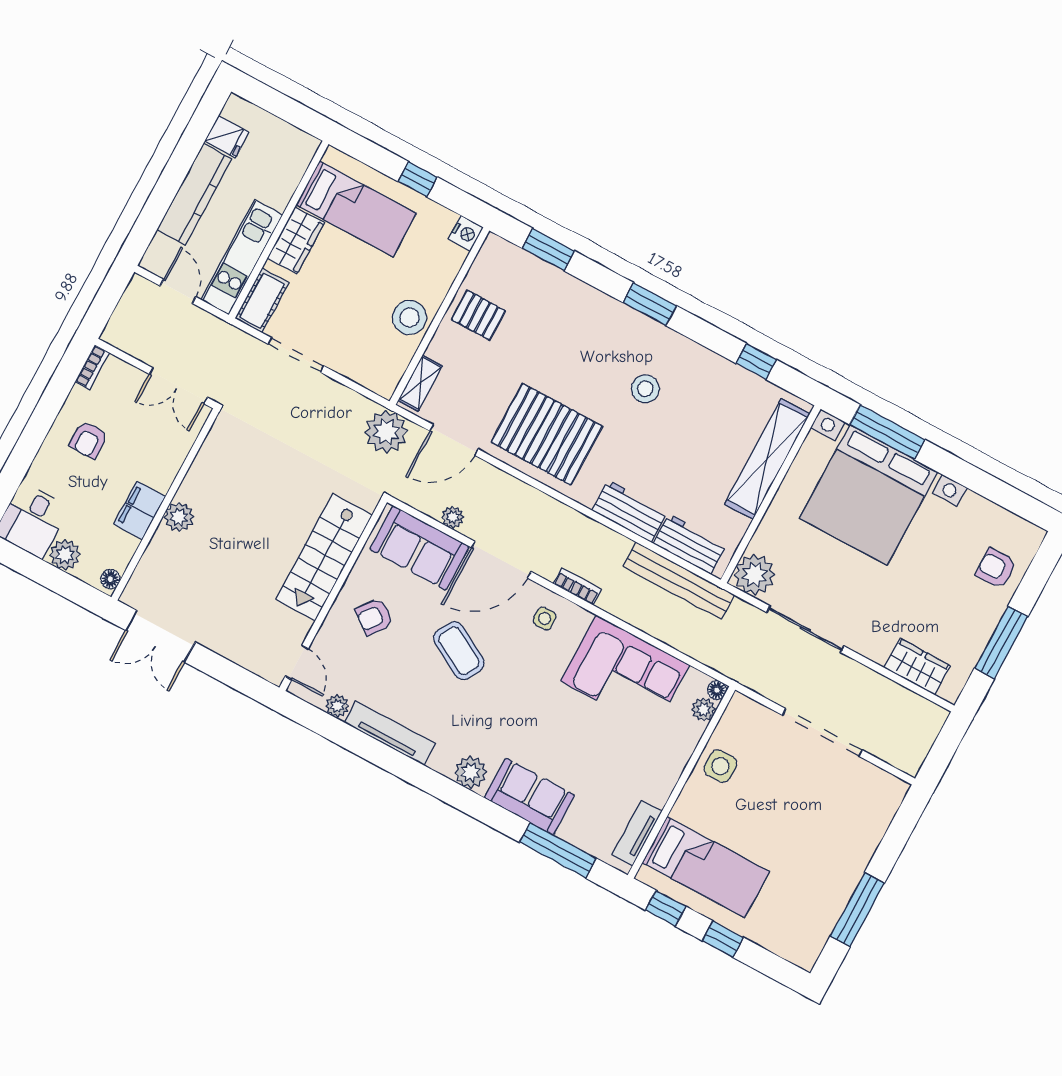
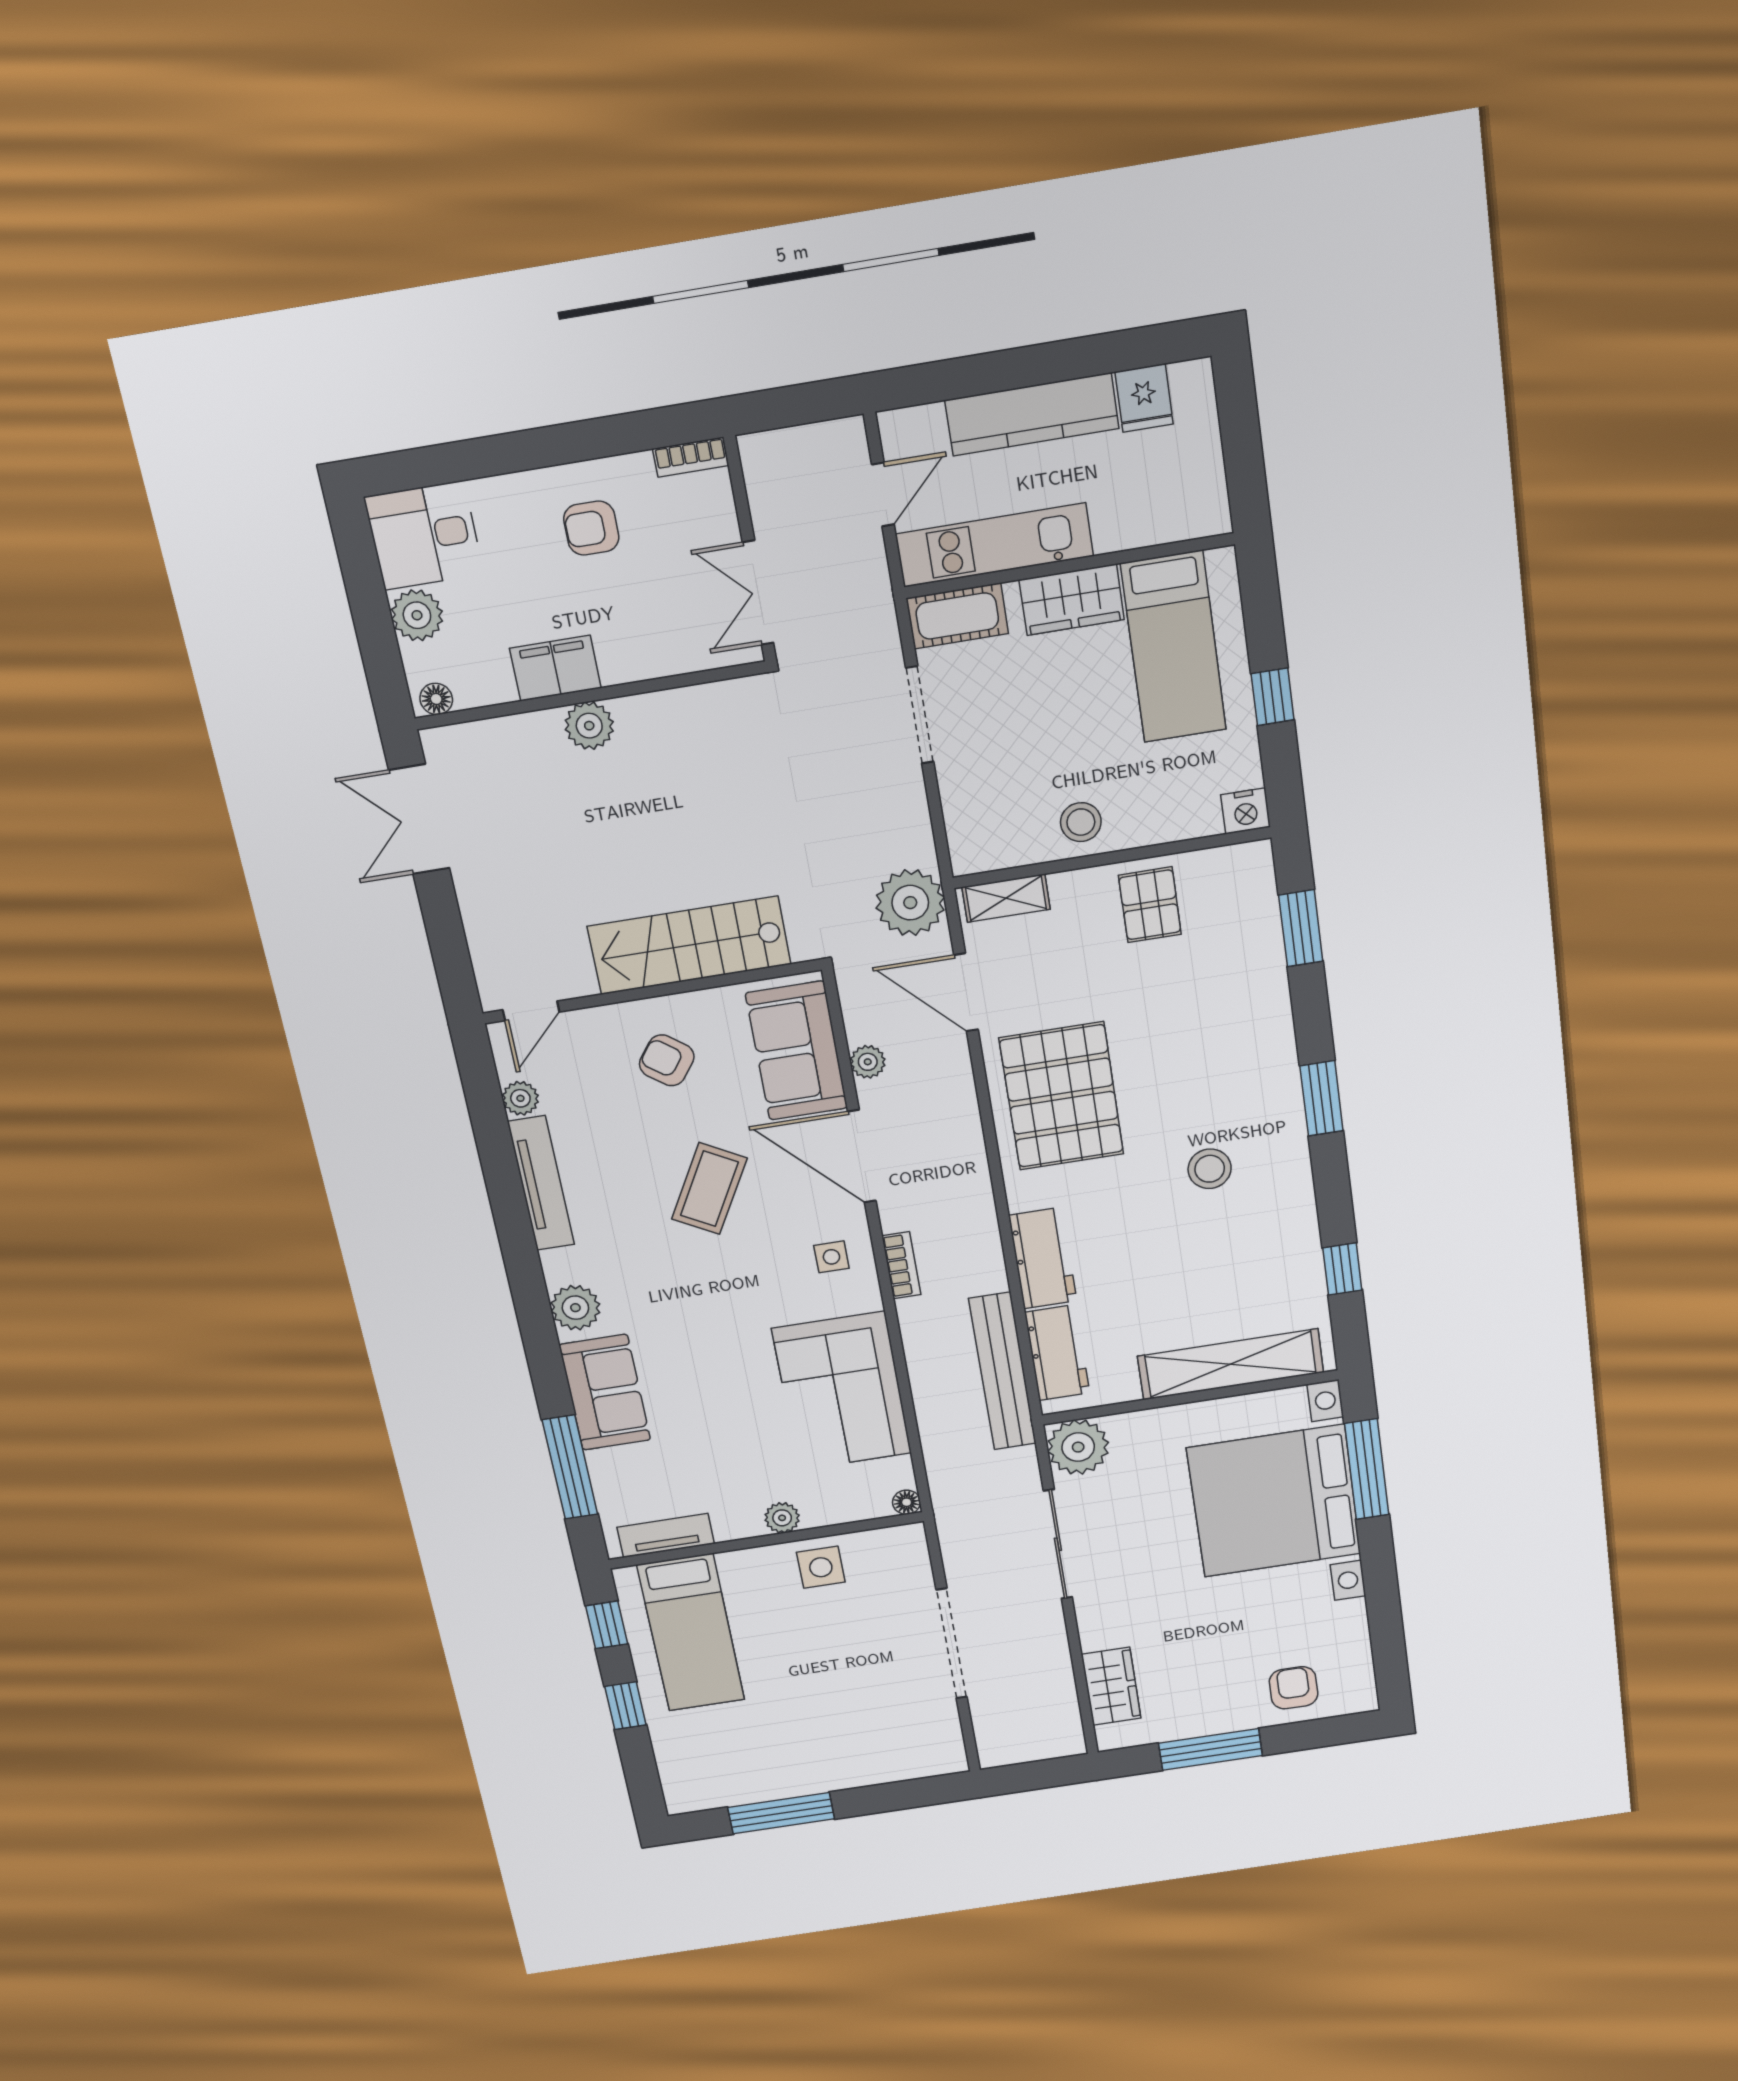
stool: (409, 318) -> (1081, 822), width x0.73, depth x0.73
plant: (704, 709) -> (782, 1518), moved

